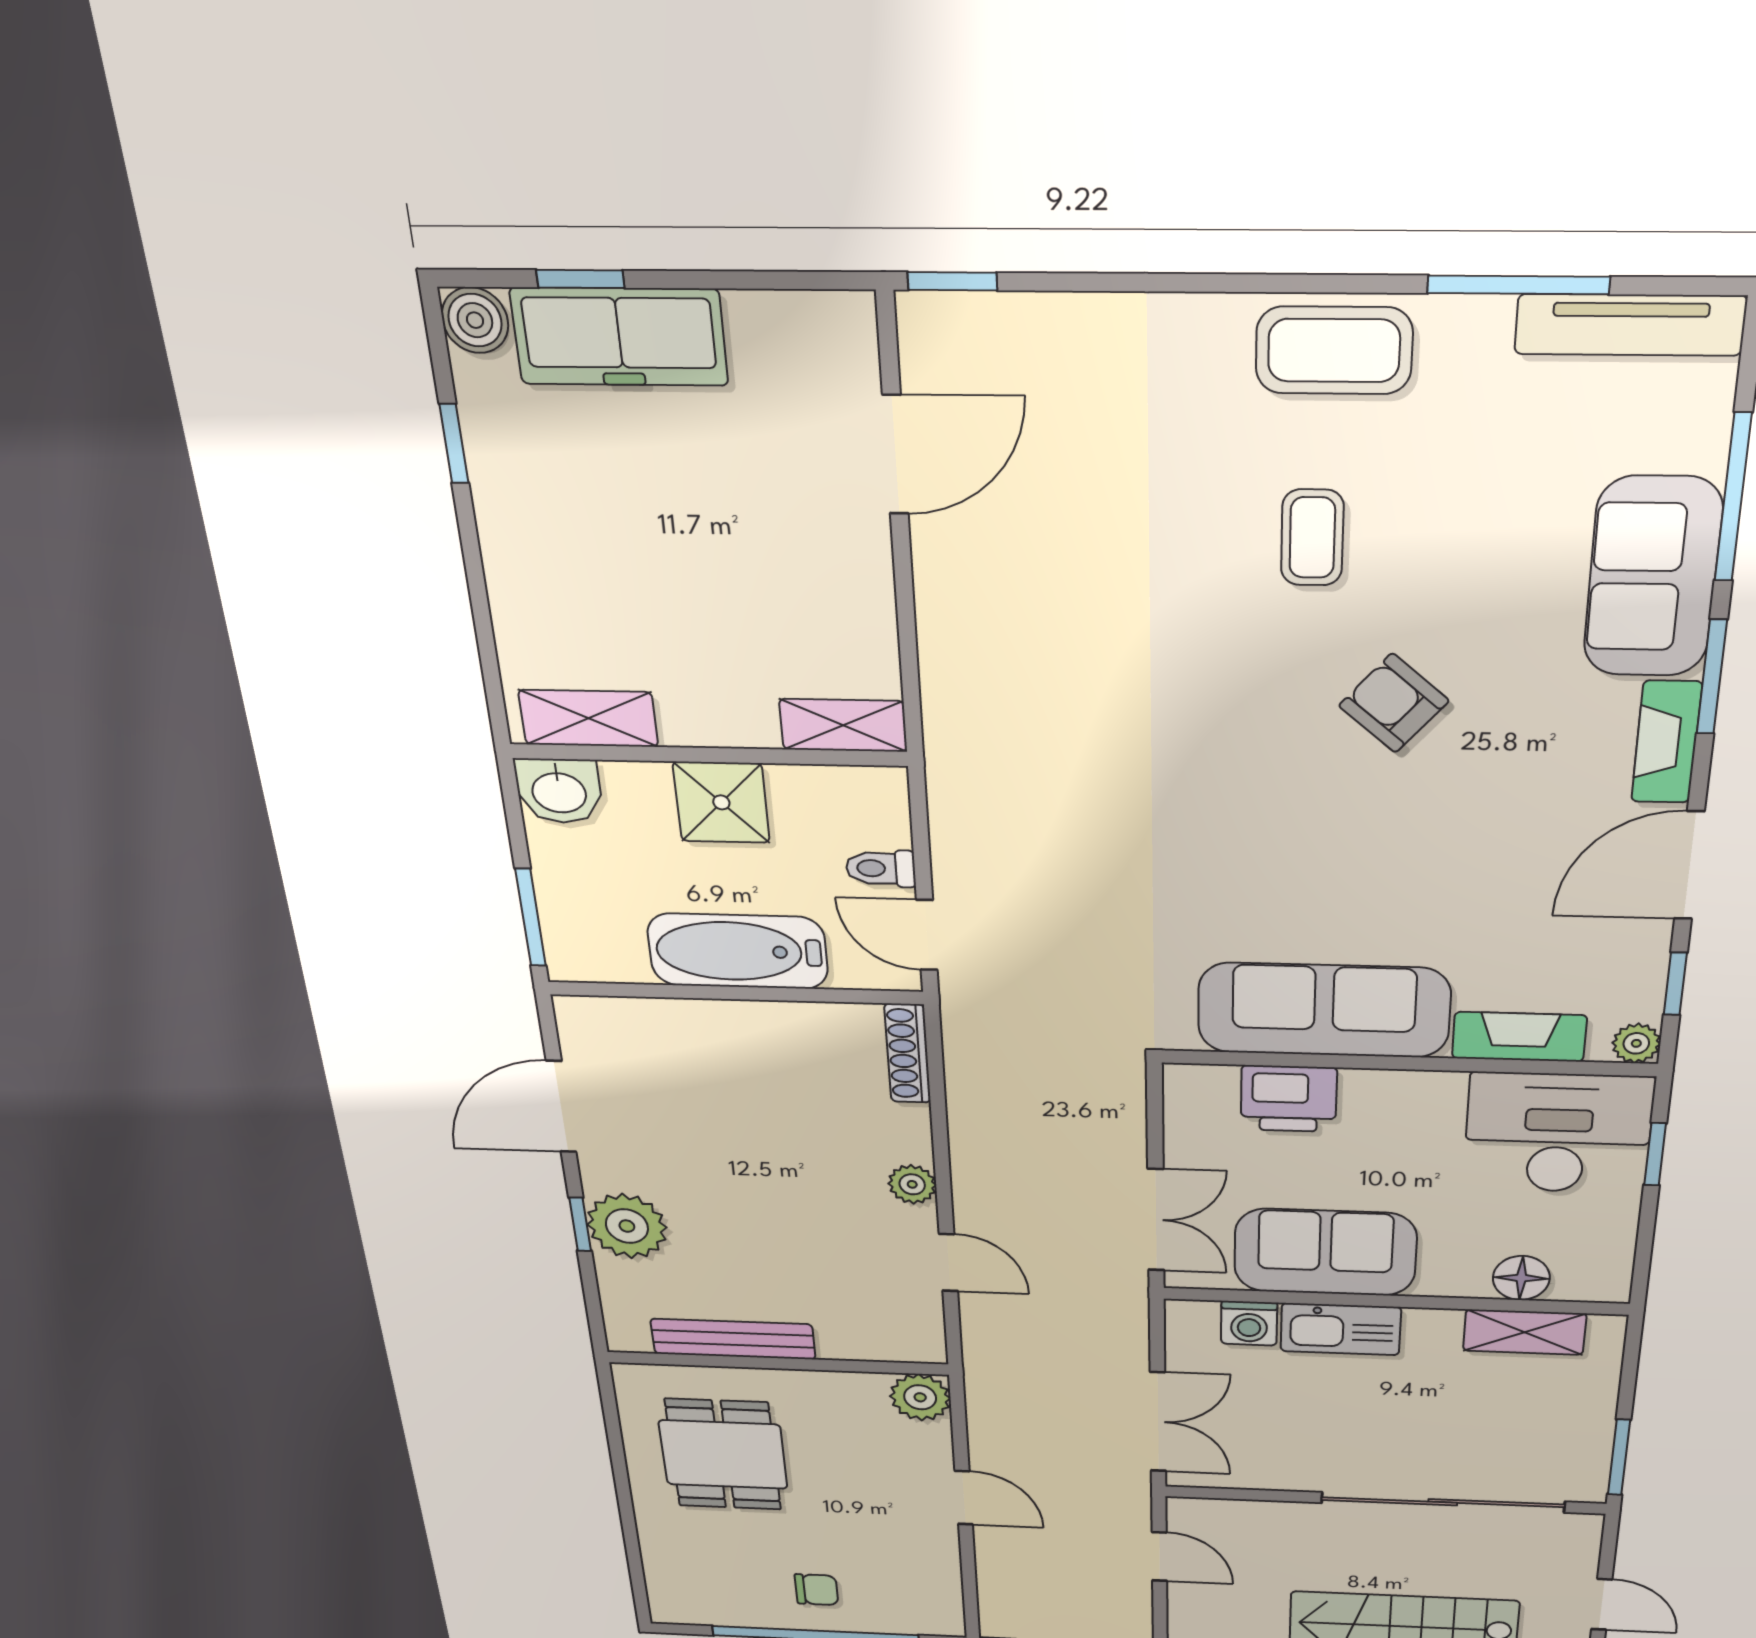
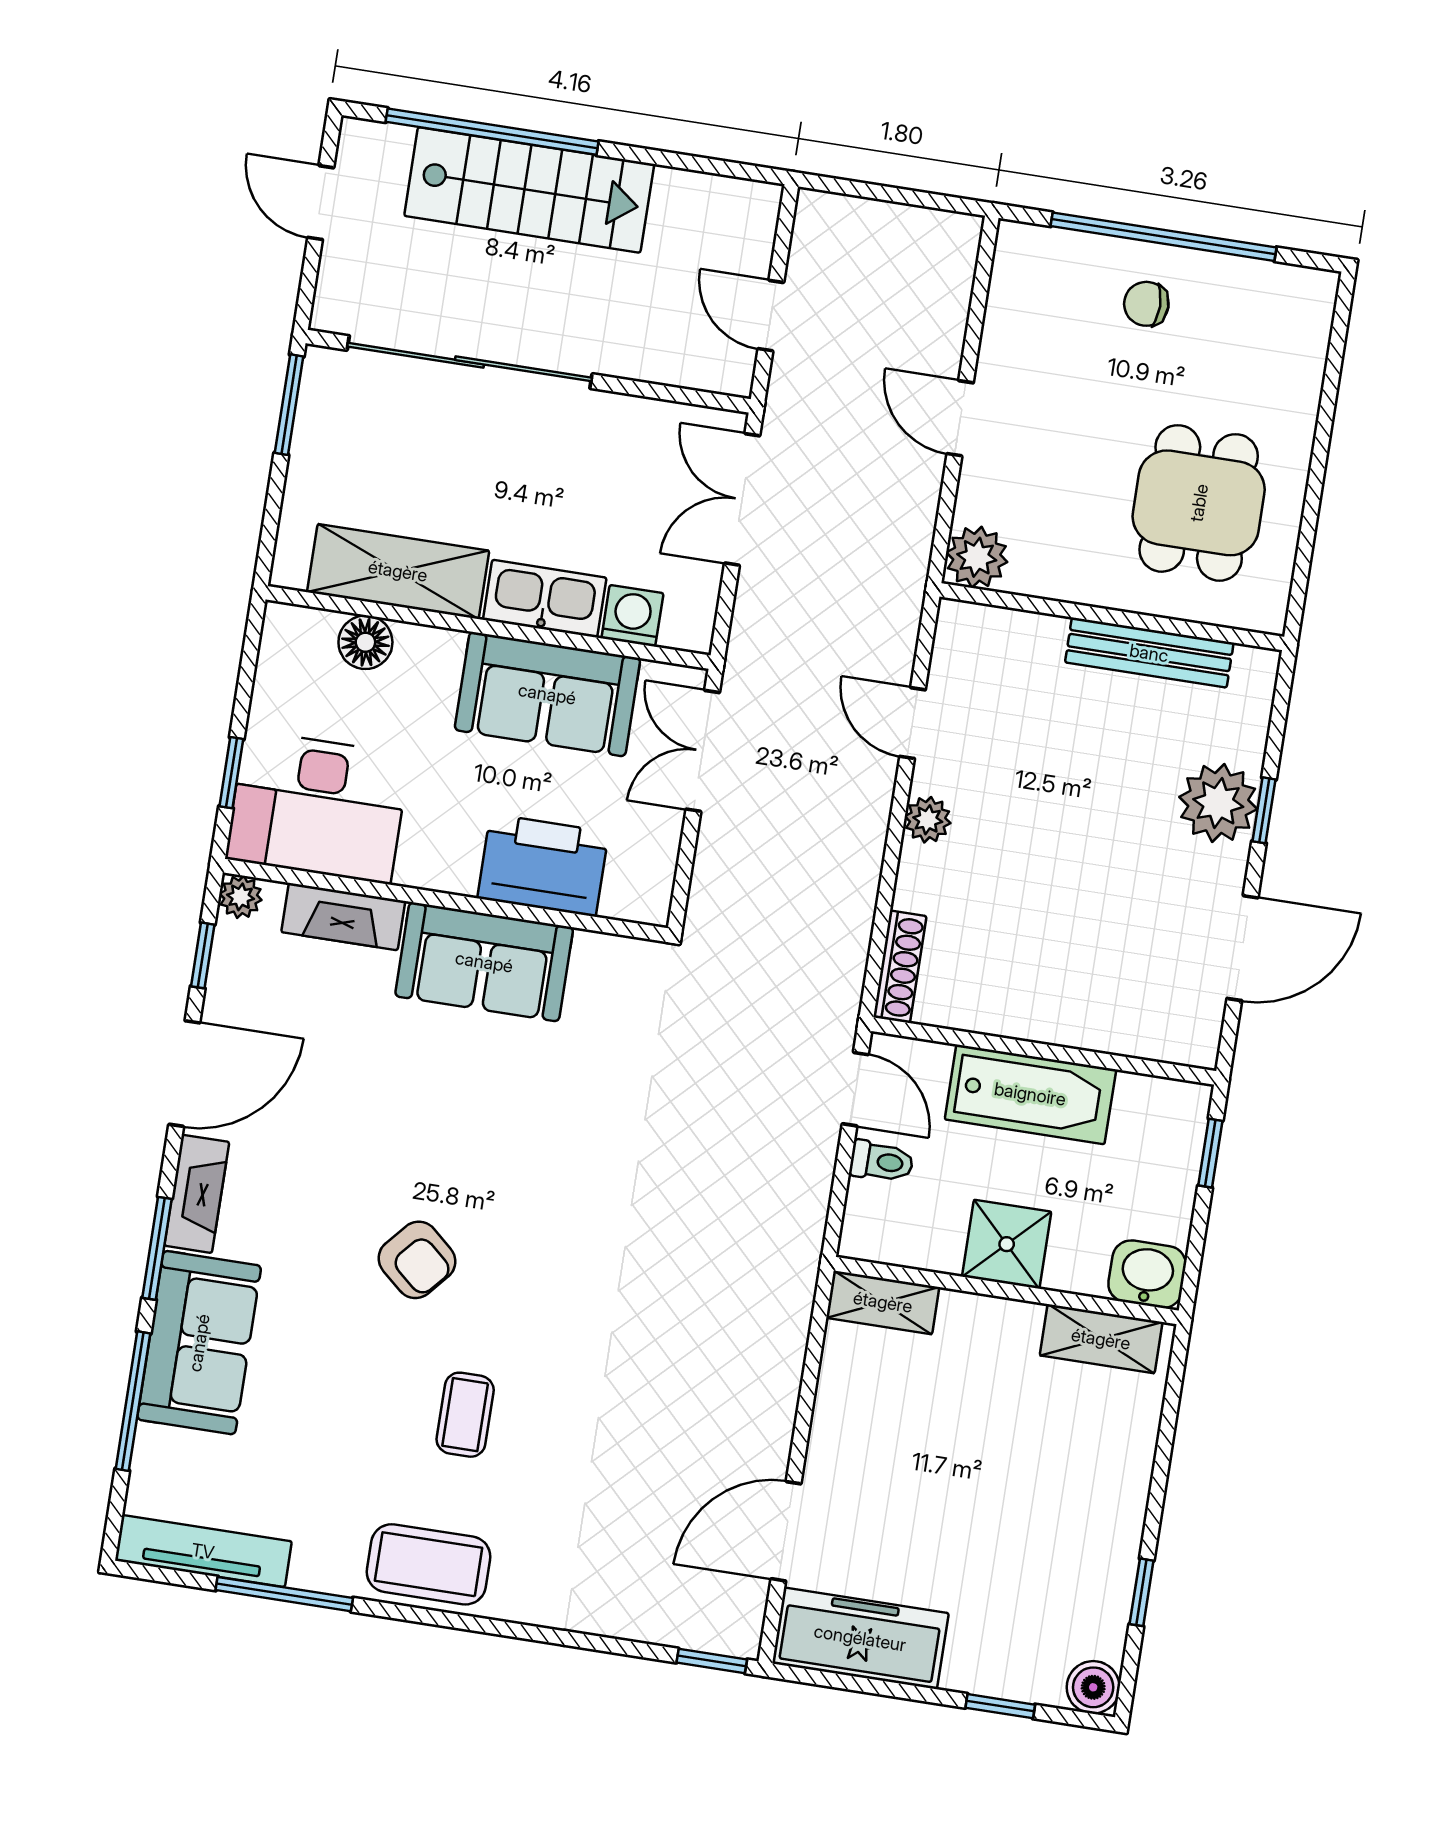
freezer: (619, 337) -> (860, 1638), moved
window: (531, 917) -> (1210, 1153), width x0.67
sofa: (1324, 1010) -> (484, 962), width x0.73
printer: (1289, 1099) -> (543, 865), width x1.37, depth x1.19
shelving: (1525, 1332) -> (398, 571), width x1.50, depth x1.33

